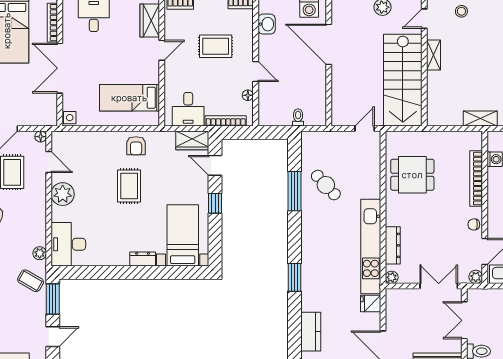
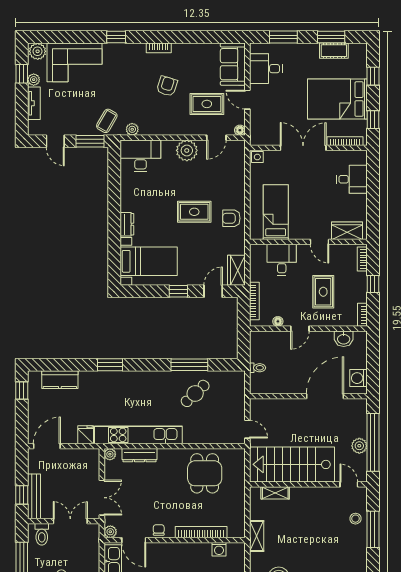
shelving: (434, 55) -> (275, 493), moved
desk: (188, 109) -> (282, 260), moved, turned 90

